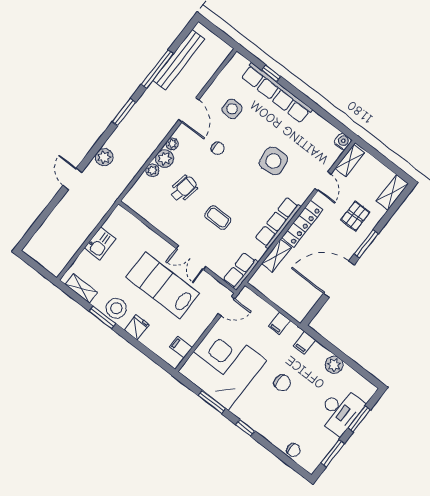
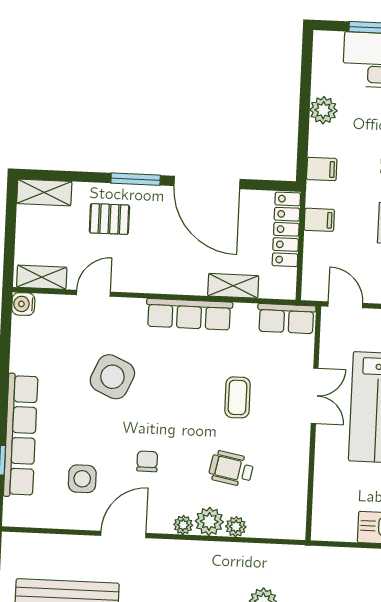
side table: (273, 161) -> (112, 377), turned 30
locker: (302, 224) -> (286, 229), moved, turned -90

